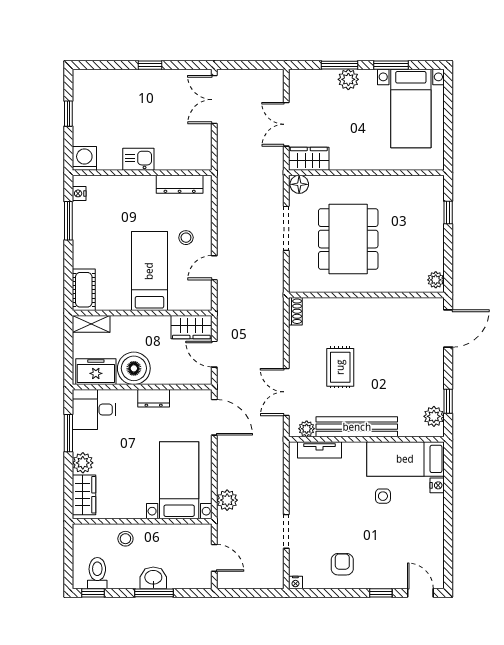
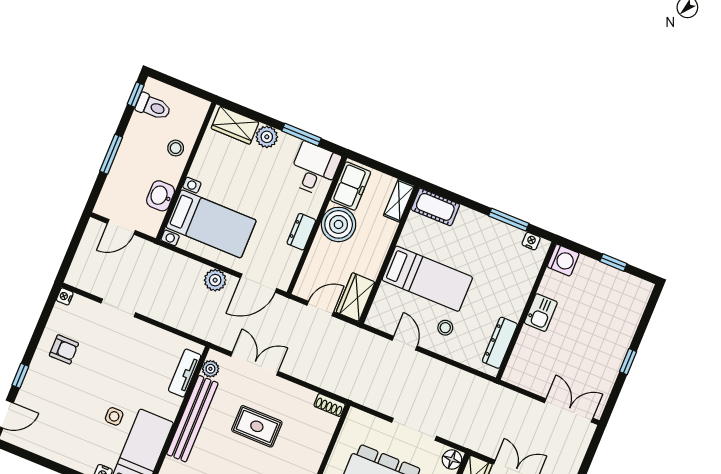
plant: (227, 500) -> (215, 280), moved
washbasin: (153, 578) -> (161, 196), moved, turned 180

